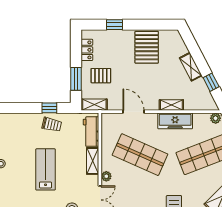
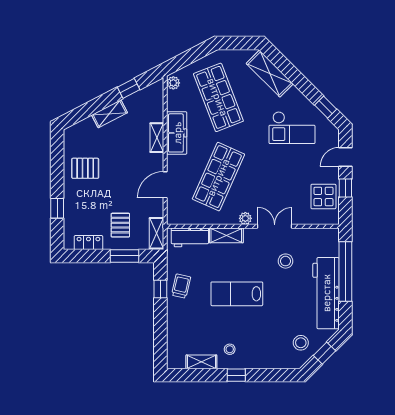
pallet: (147, 47) -> (85, 168), width x0.67, depth x0.71

